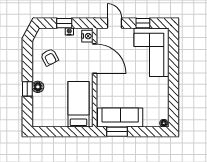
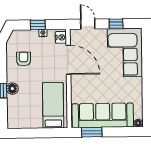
armchair: (50, 57) -> (24, 59), turned -152
sofa: (120, 118) -> (103, 115), width x1.36, depth x1.27

